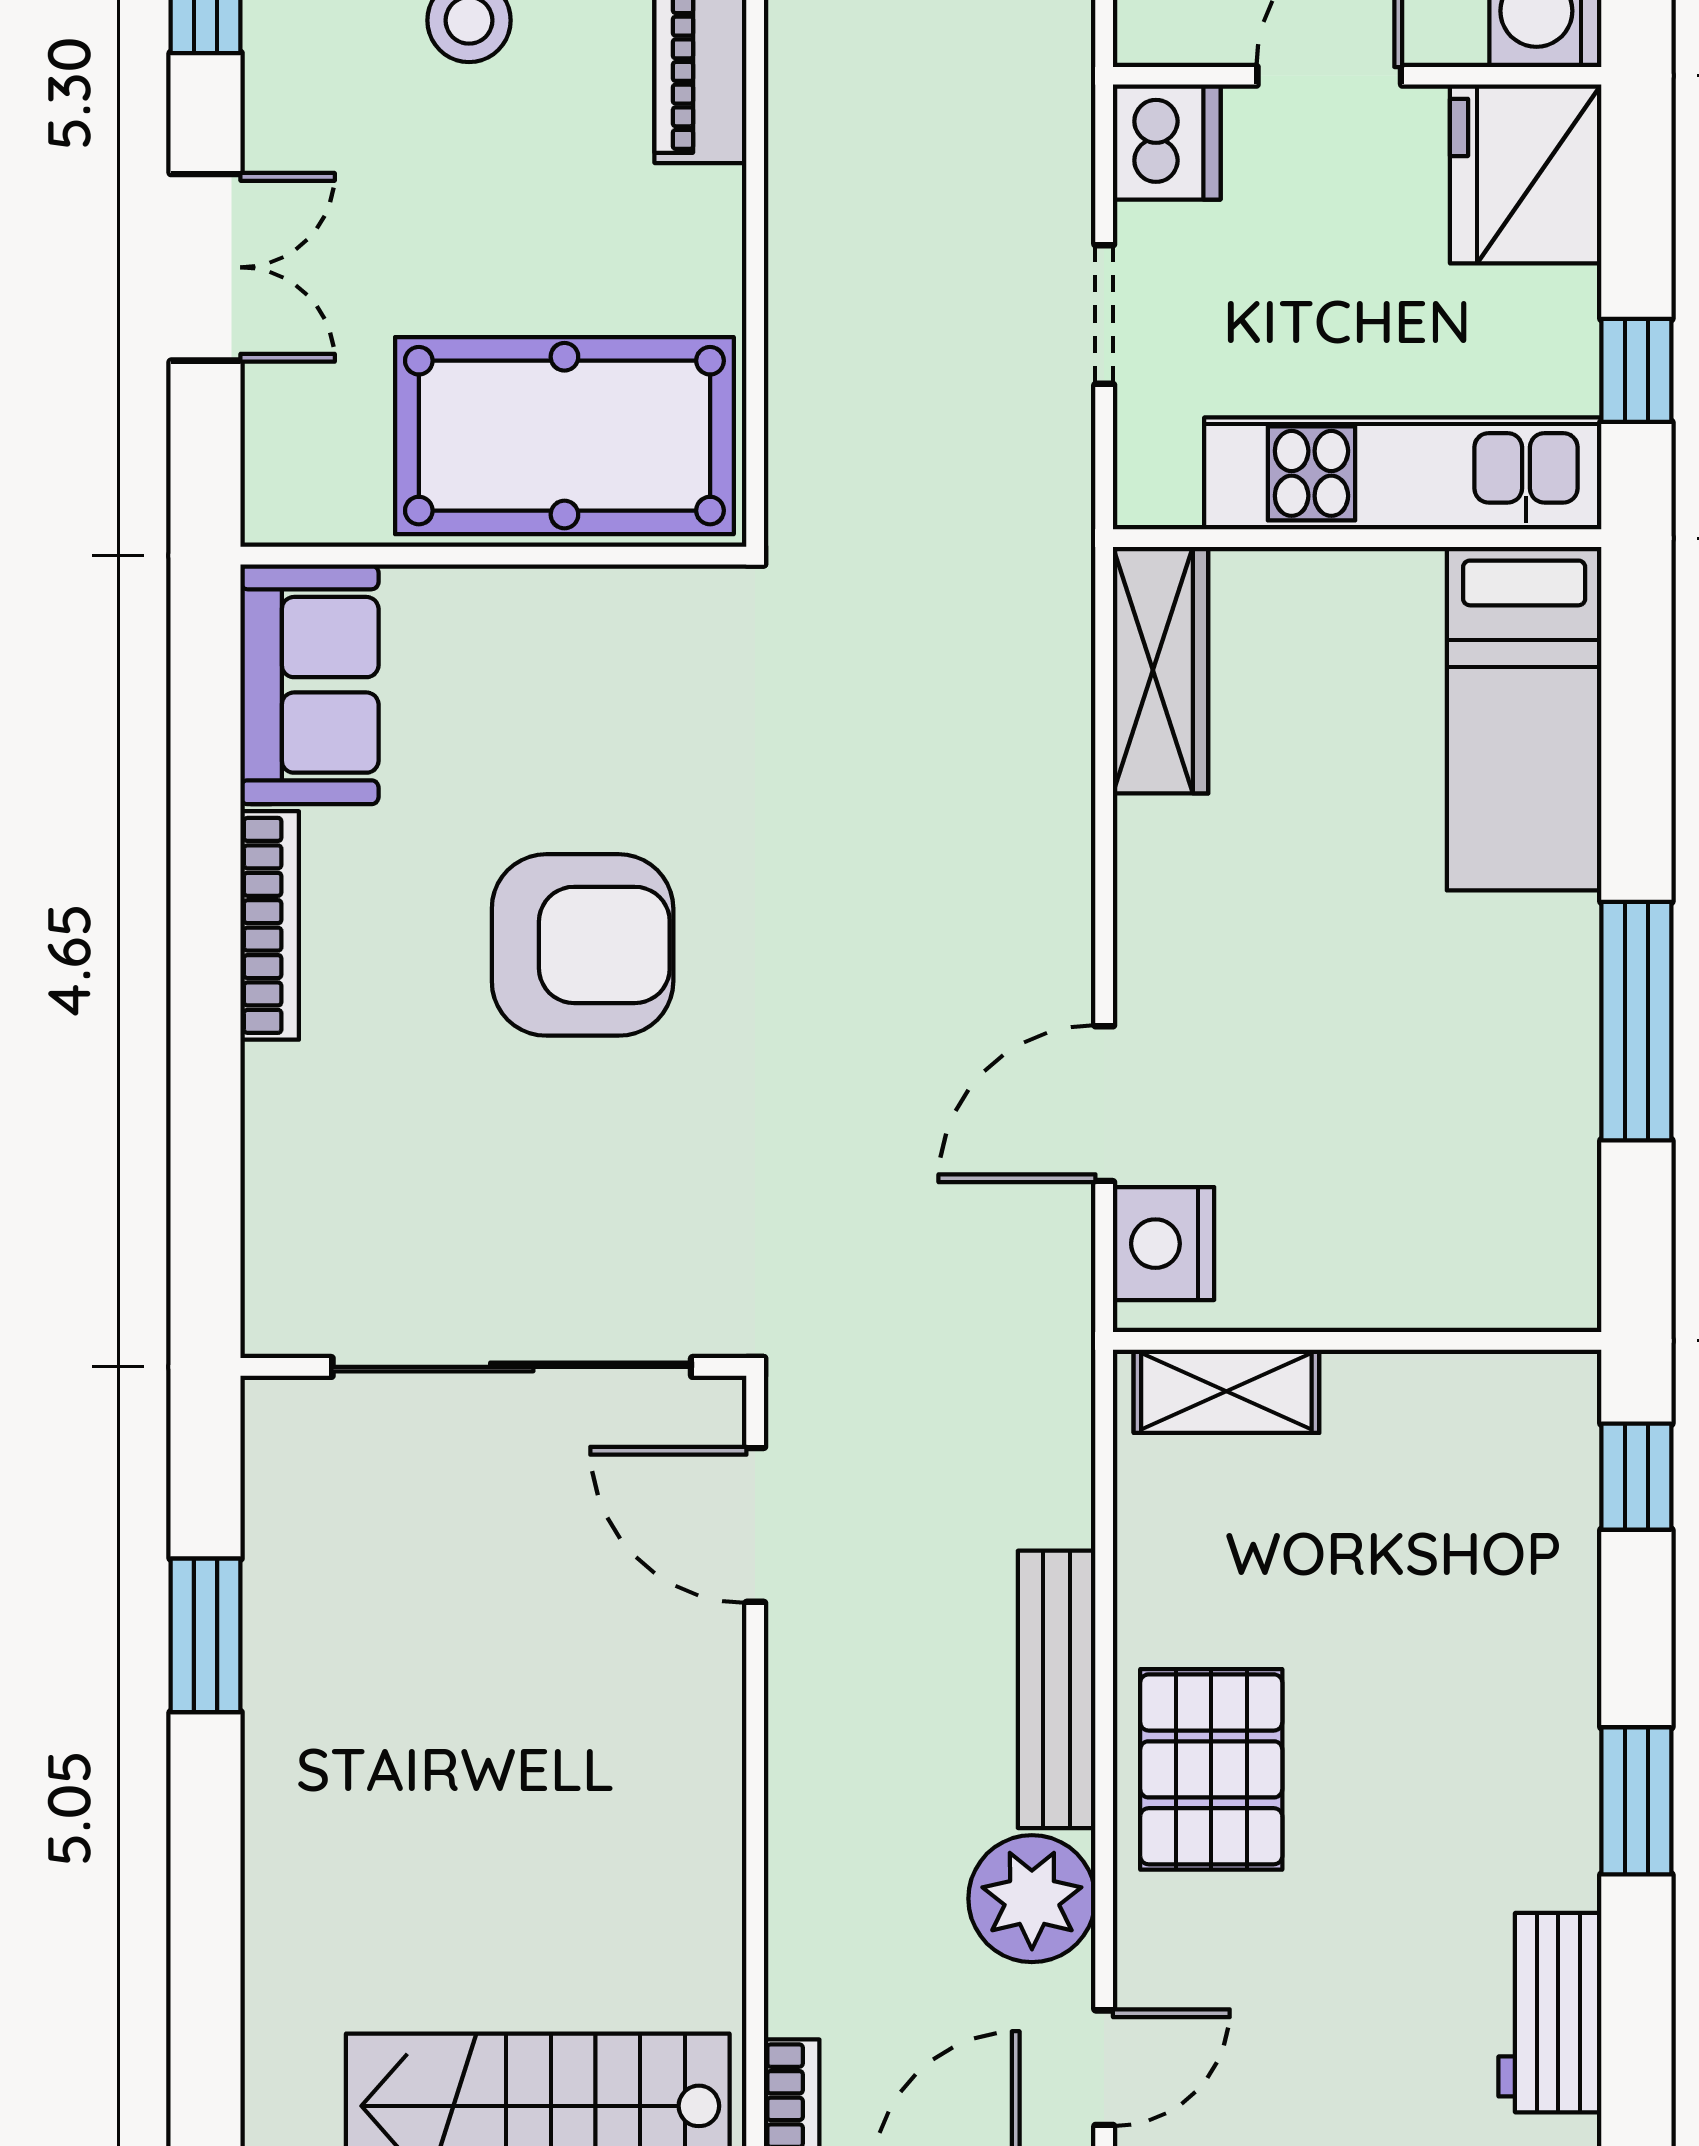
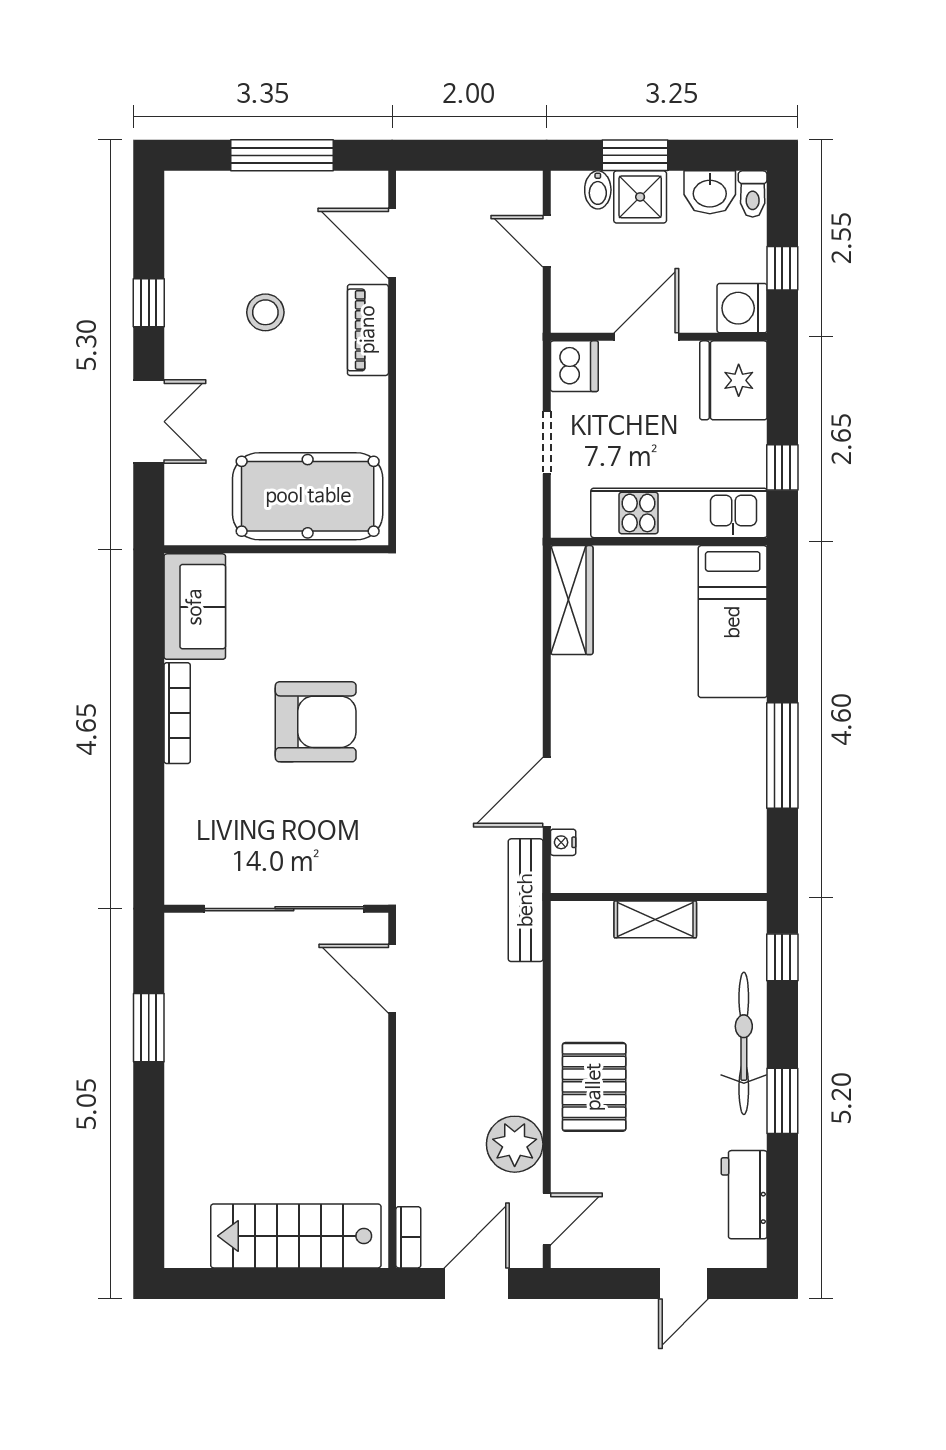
nightstand: (1164, 1244) -> (563, 842), width x0.53, depth x0.56
shelving: (1226, 1391) -> (655, 919), moved
bicycle: (1549, 1671) -> (744, 1043), added
bench: (1057, 1689) -> (526, 900), moved

